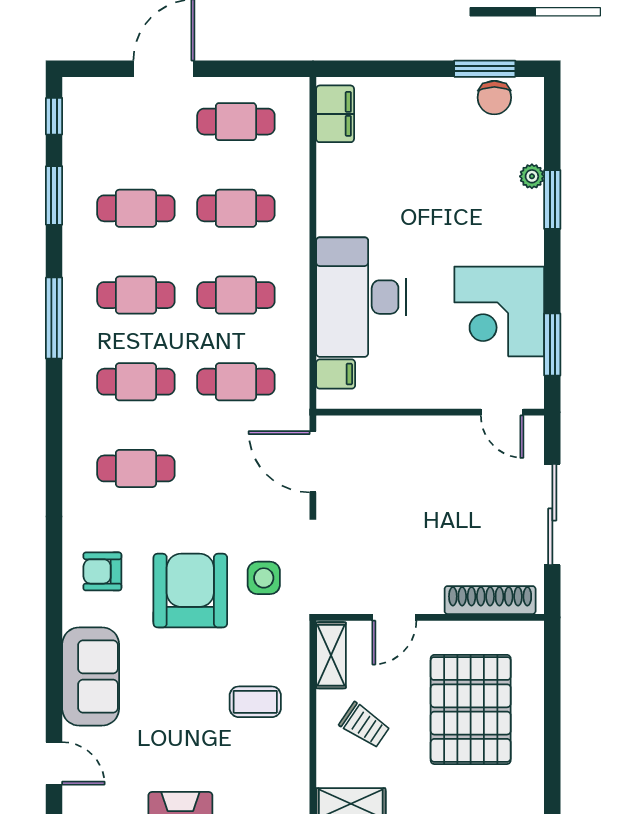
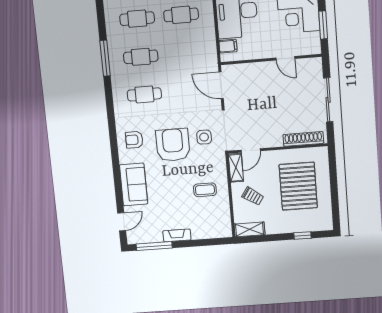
window: (54, 318) -> (105, 58), moved
cafe table: (236, 382) -> (184, 53), removed
door: (502, 412) -> (285, 58), moved
door: (394, 617) -> (251, 150), moved
door: (54, 763) -> (122, 222), hinge flipped

